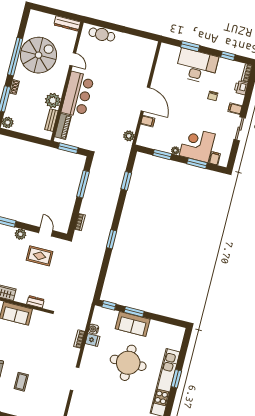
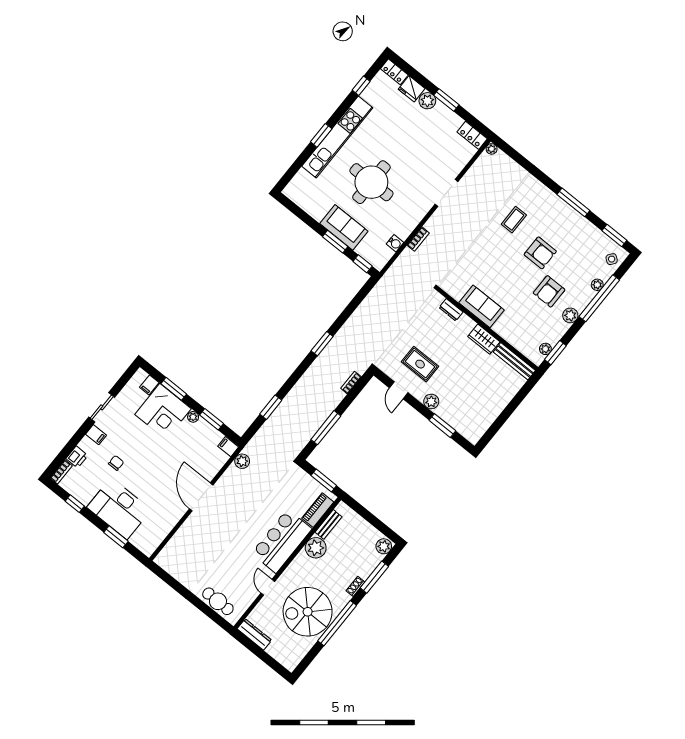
filing cabinet: (148, 121) -> (228, 447), moved
fridge: (92, 340) -> (402, 230), removed

